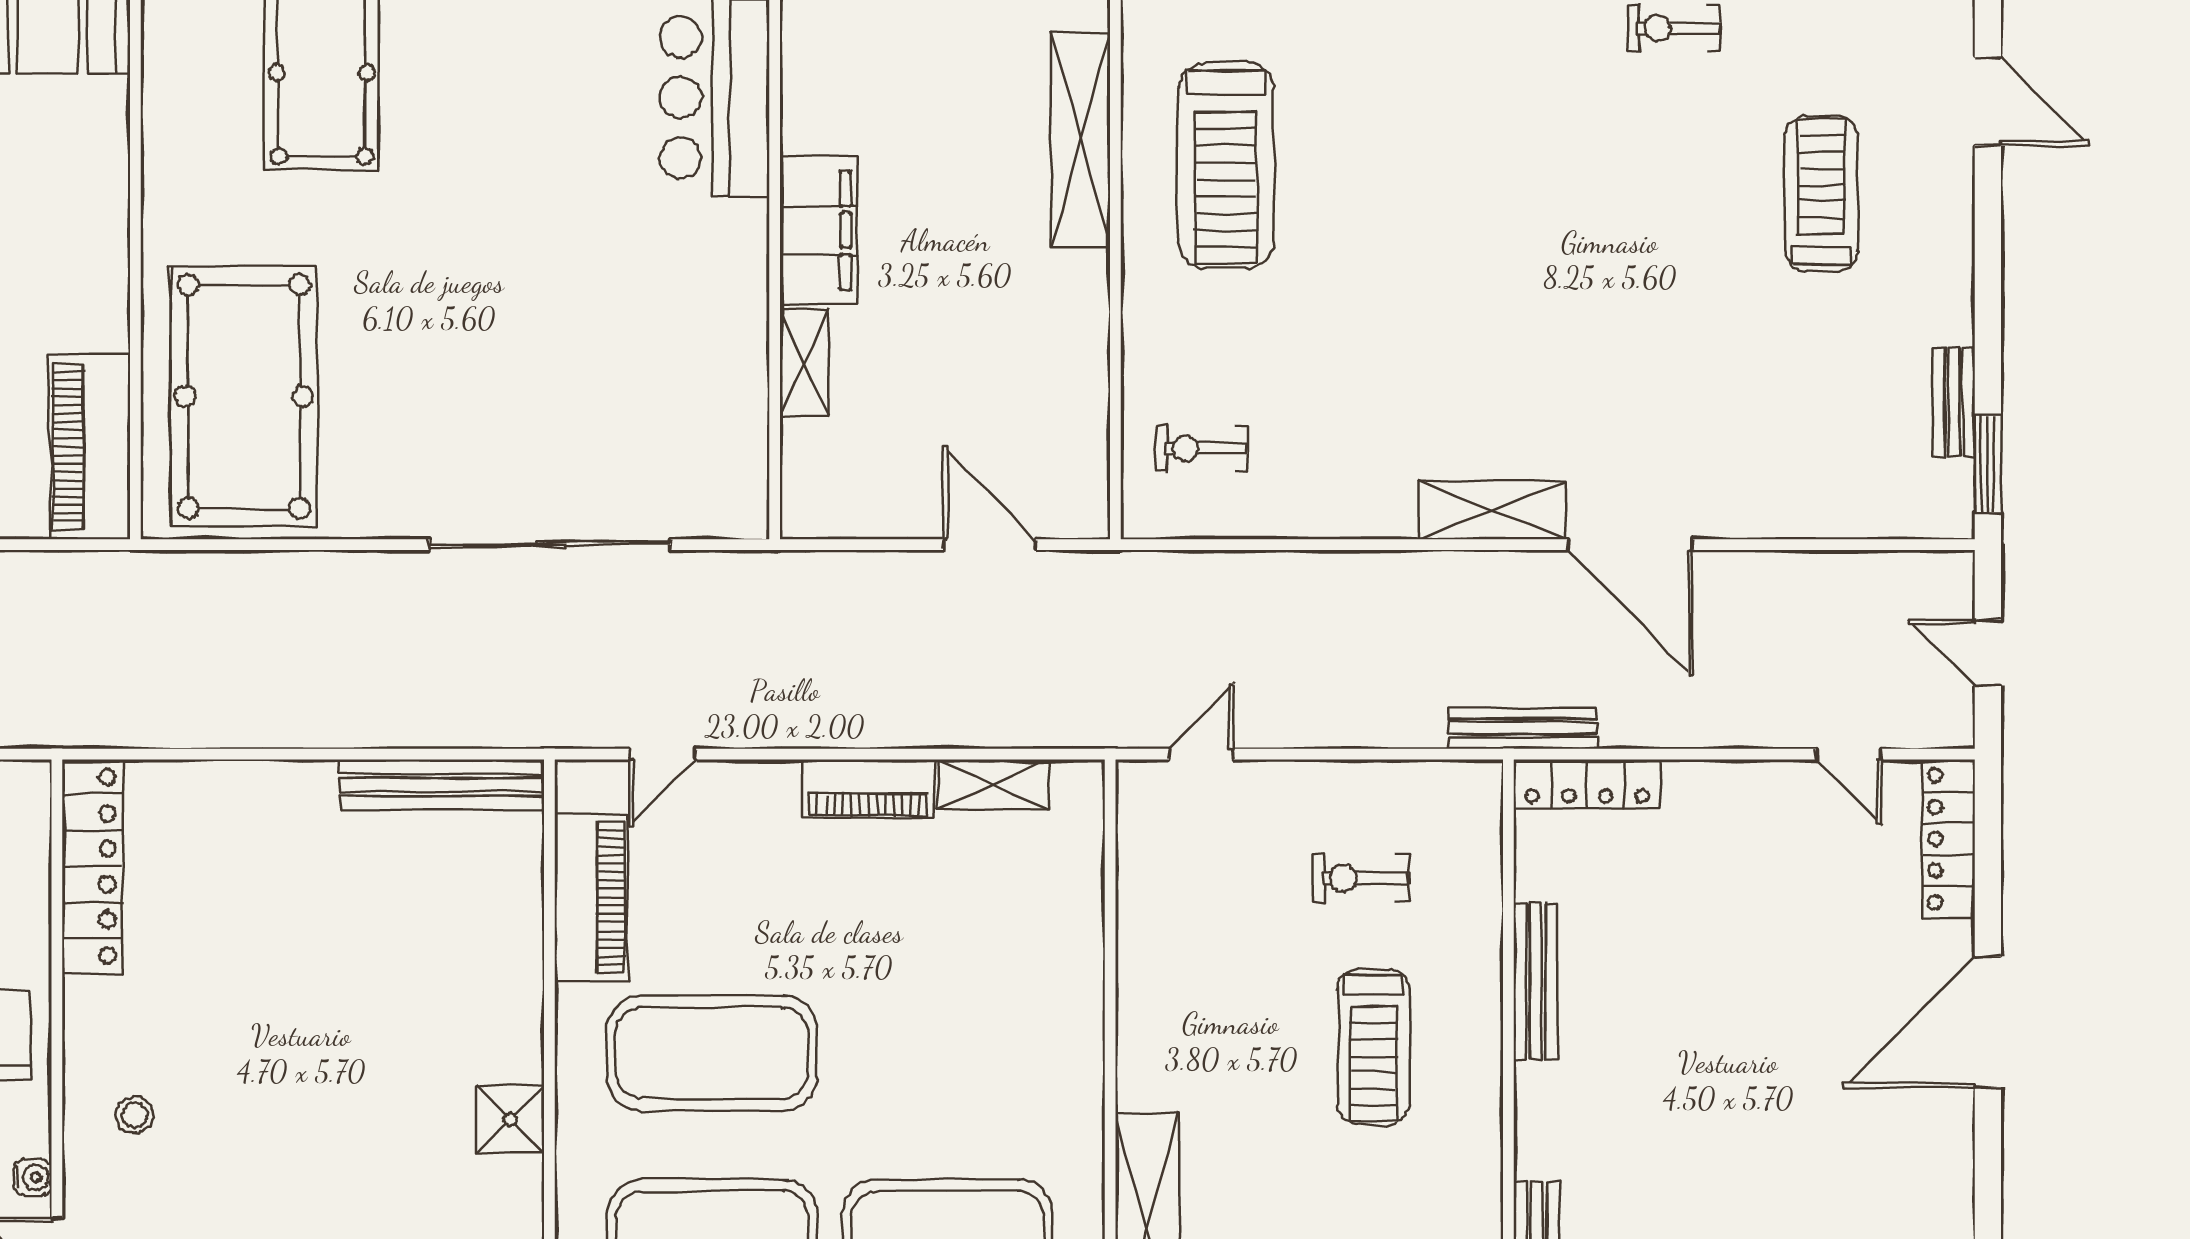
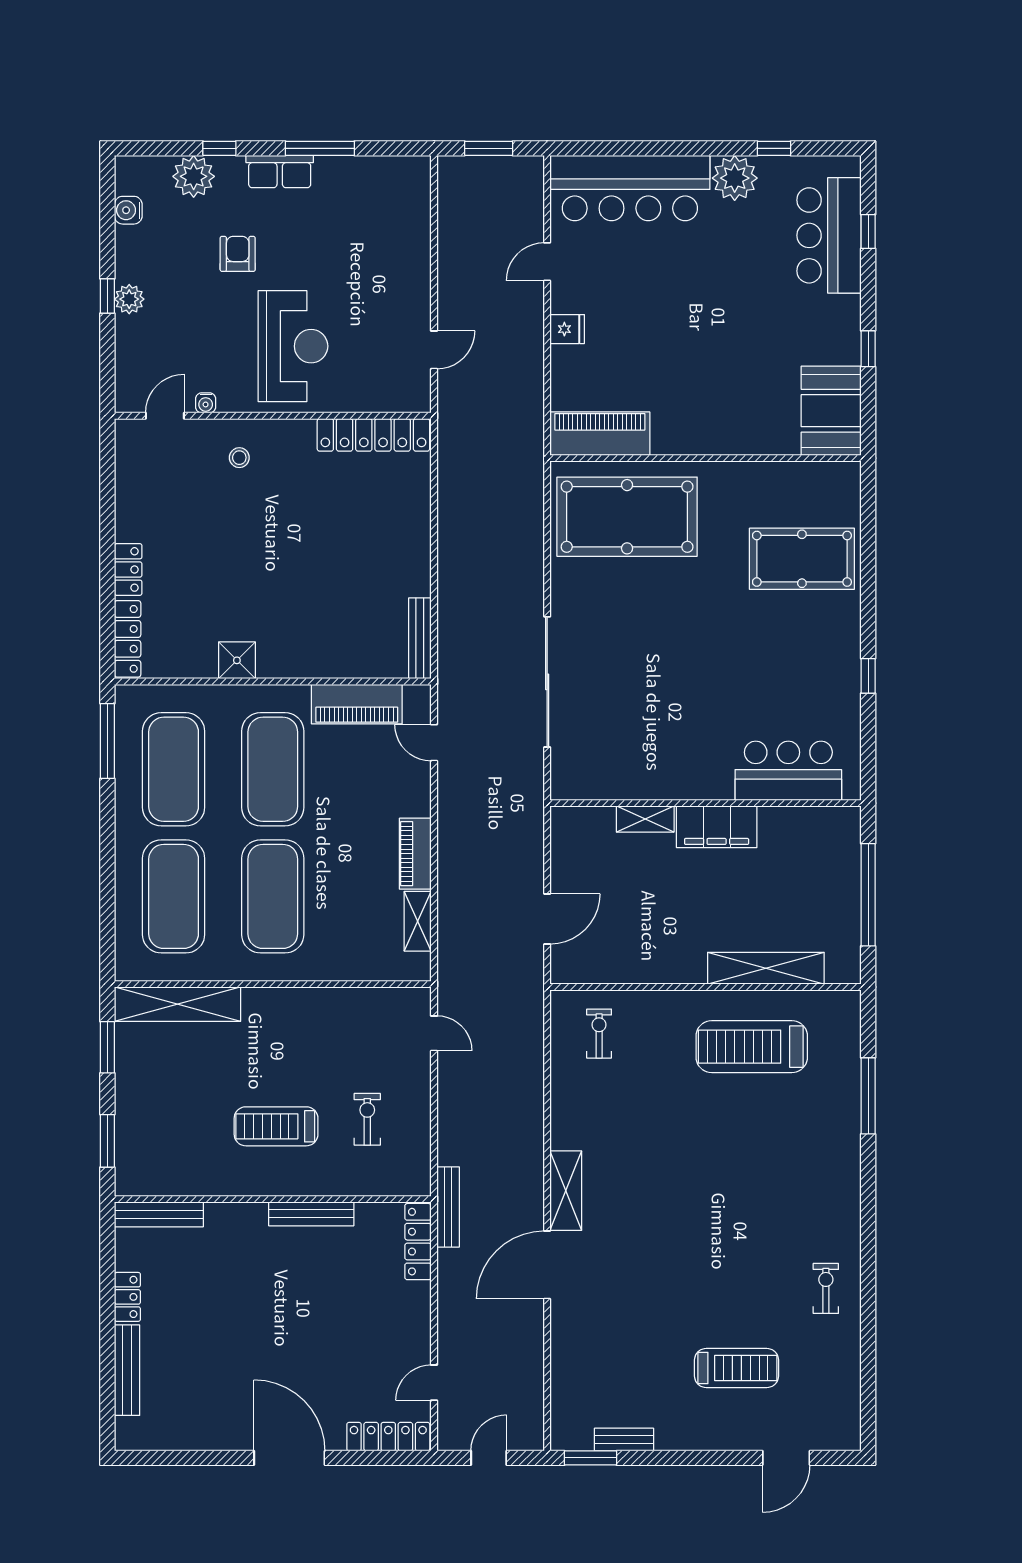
bench: (442, 785) -> (420, 638), width x0.73, depth x0.82
exercise mat: (948, 1053) -> (273, 896), added

